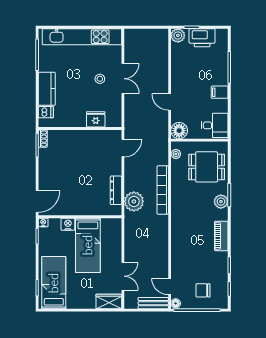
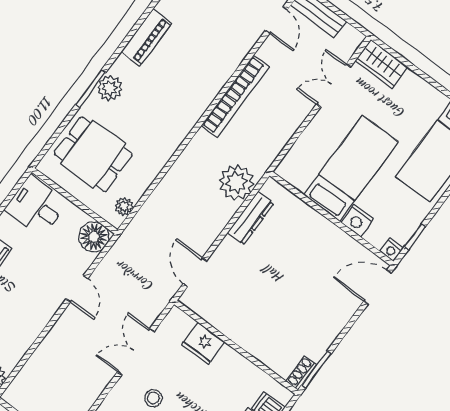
double door: (123, 79) -> (136, 352), moved
door: (123, 148) -> (195, 272), hinge flipped
bookcase: (163, 190) -> (235, 96), moved

